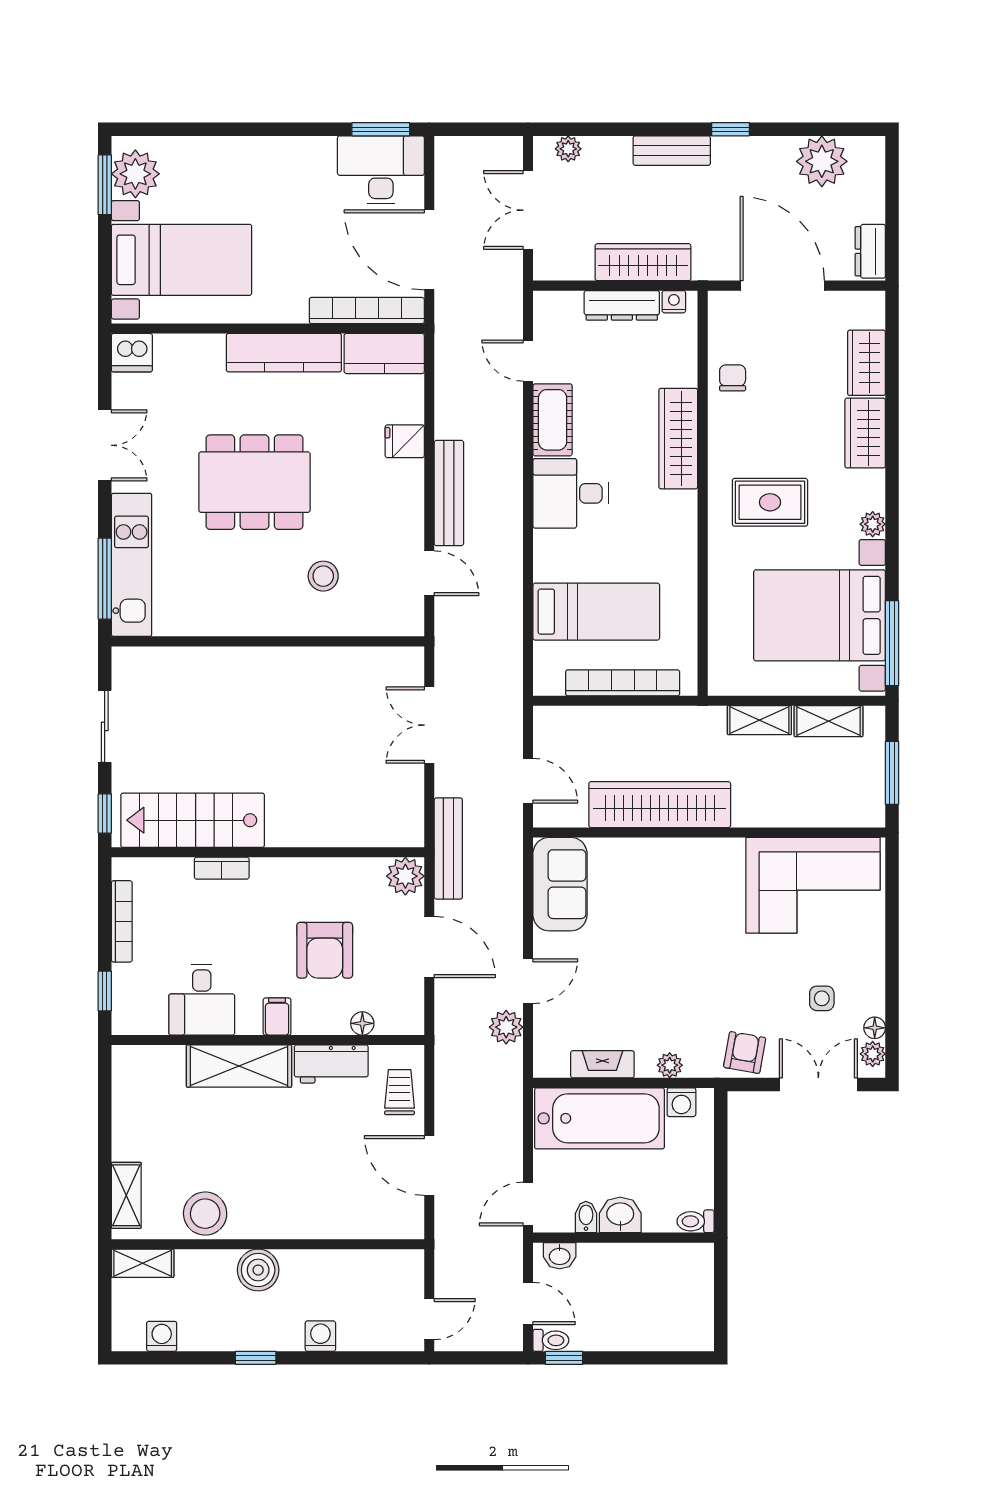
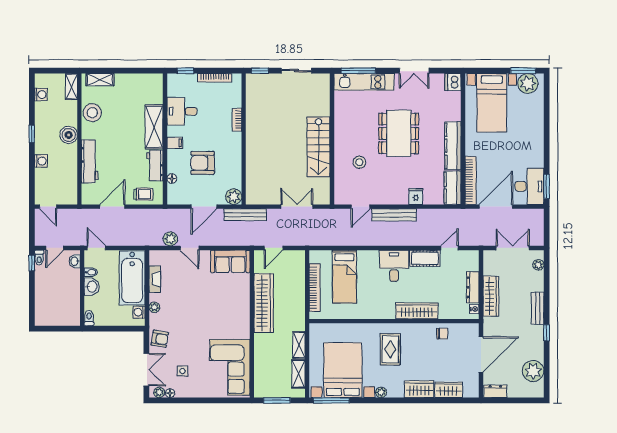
stairs: (193, 820) -> (319, 147), moved, turned 180
workbench: (321, 1220) -> (90, 161), added

